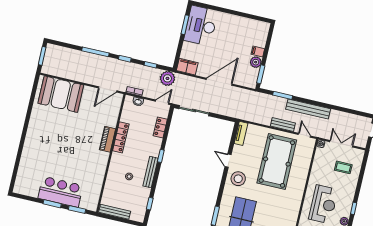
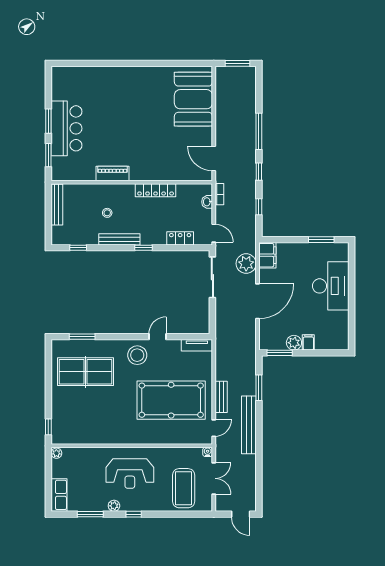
desk: (201, 26) -> (331, 286), moved, turned 90
plant: (167, 78) -> (246, 264), moved
door: (219, 82) -> (257, 301), hinge flipped
piano: (108, 139) -> (112, 174), moved
coffee table: (343, 167) -> (184, 488), width x1.86, depth x1.72

